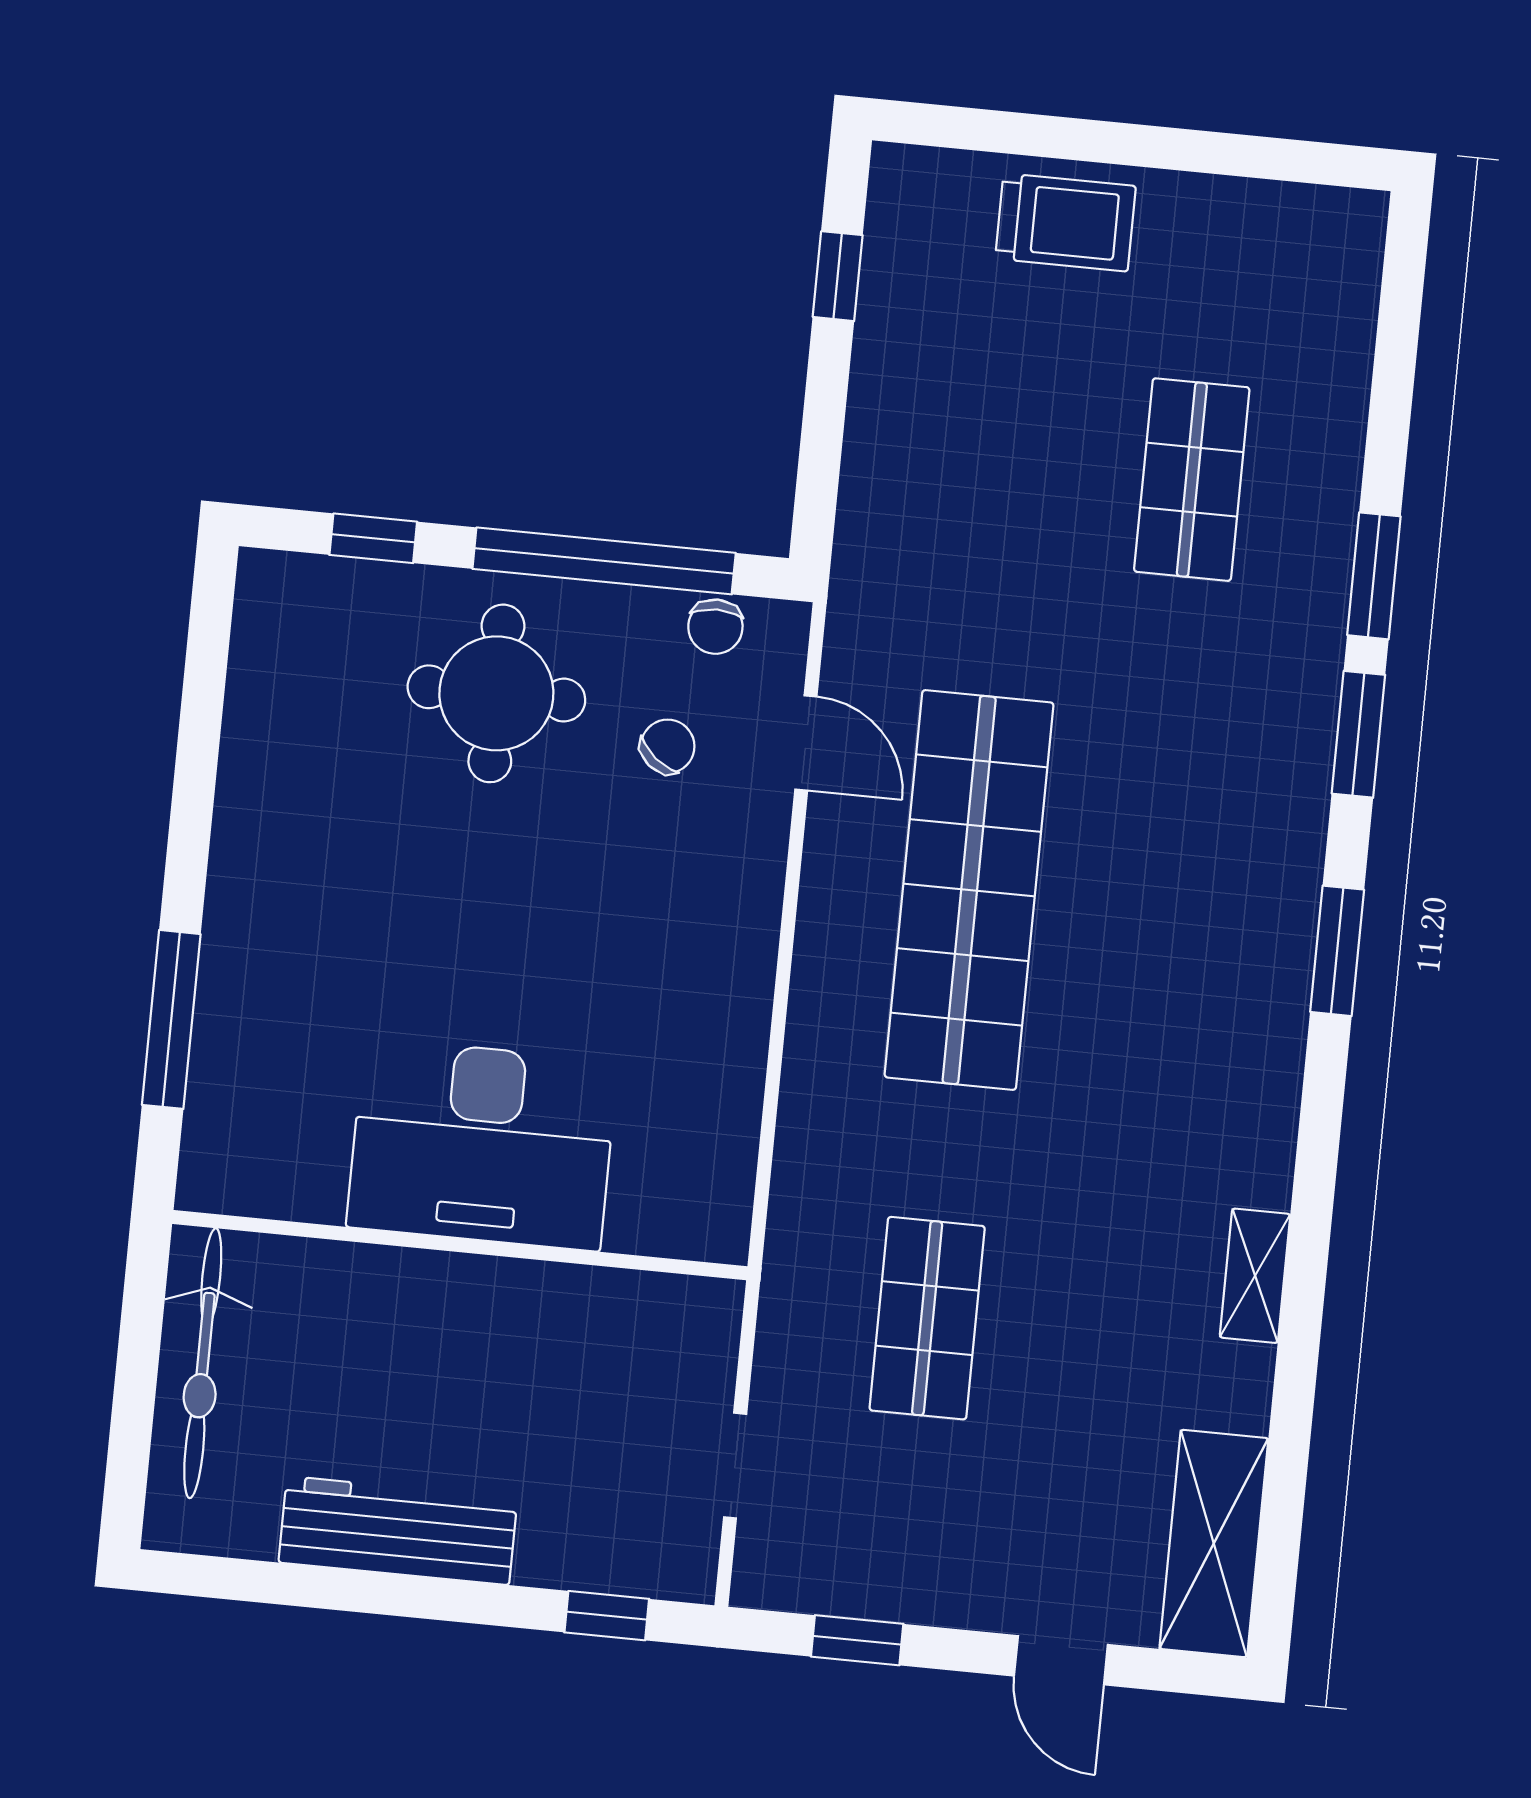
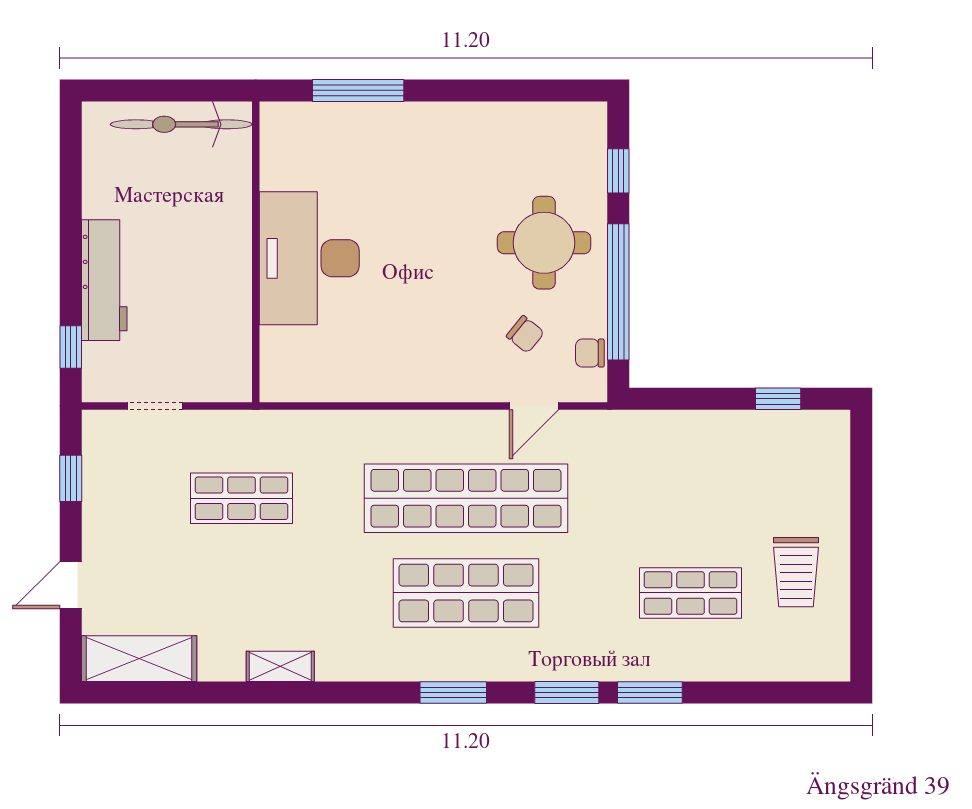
trolley: (1066, 222) -> (796, 572), moved
shop shelf: (1150, 908) -> (466, 593), added
workbench: (398, 1530) -> (104, 280), moved

